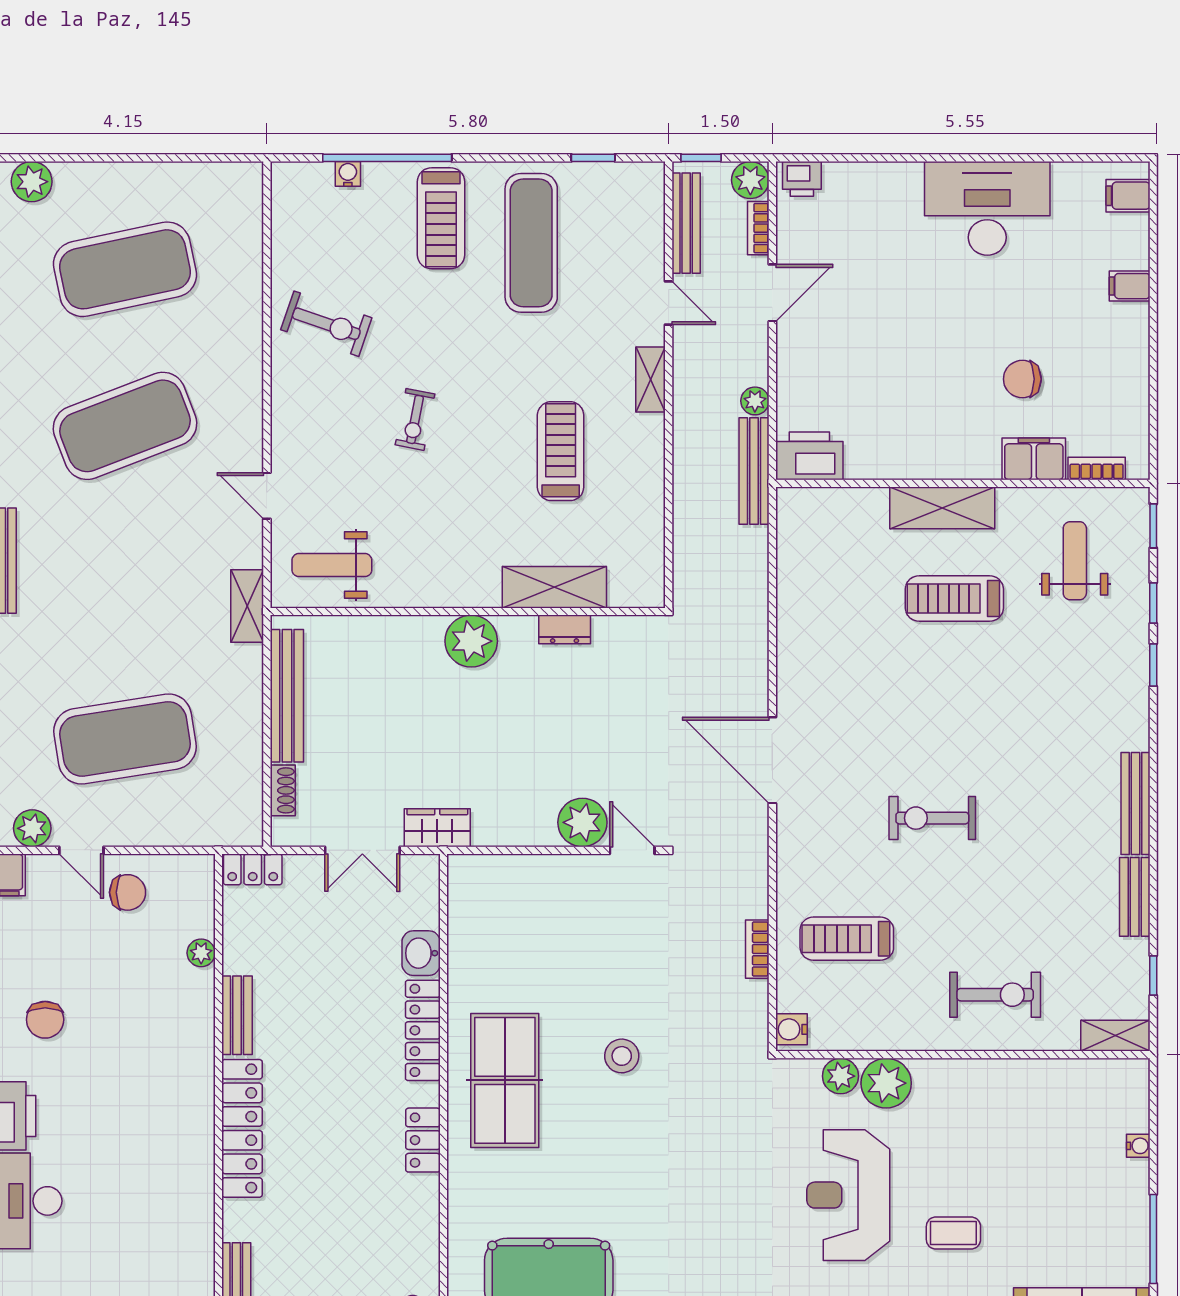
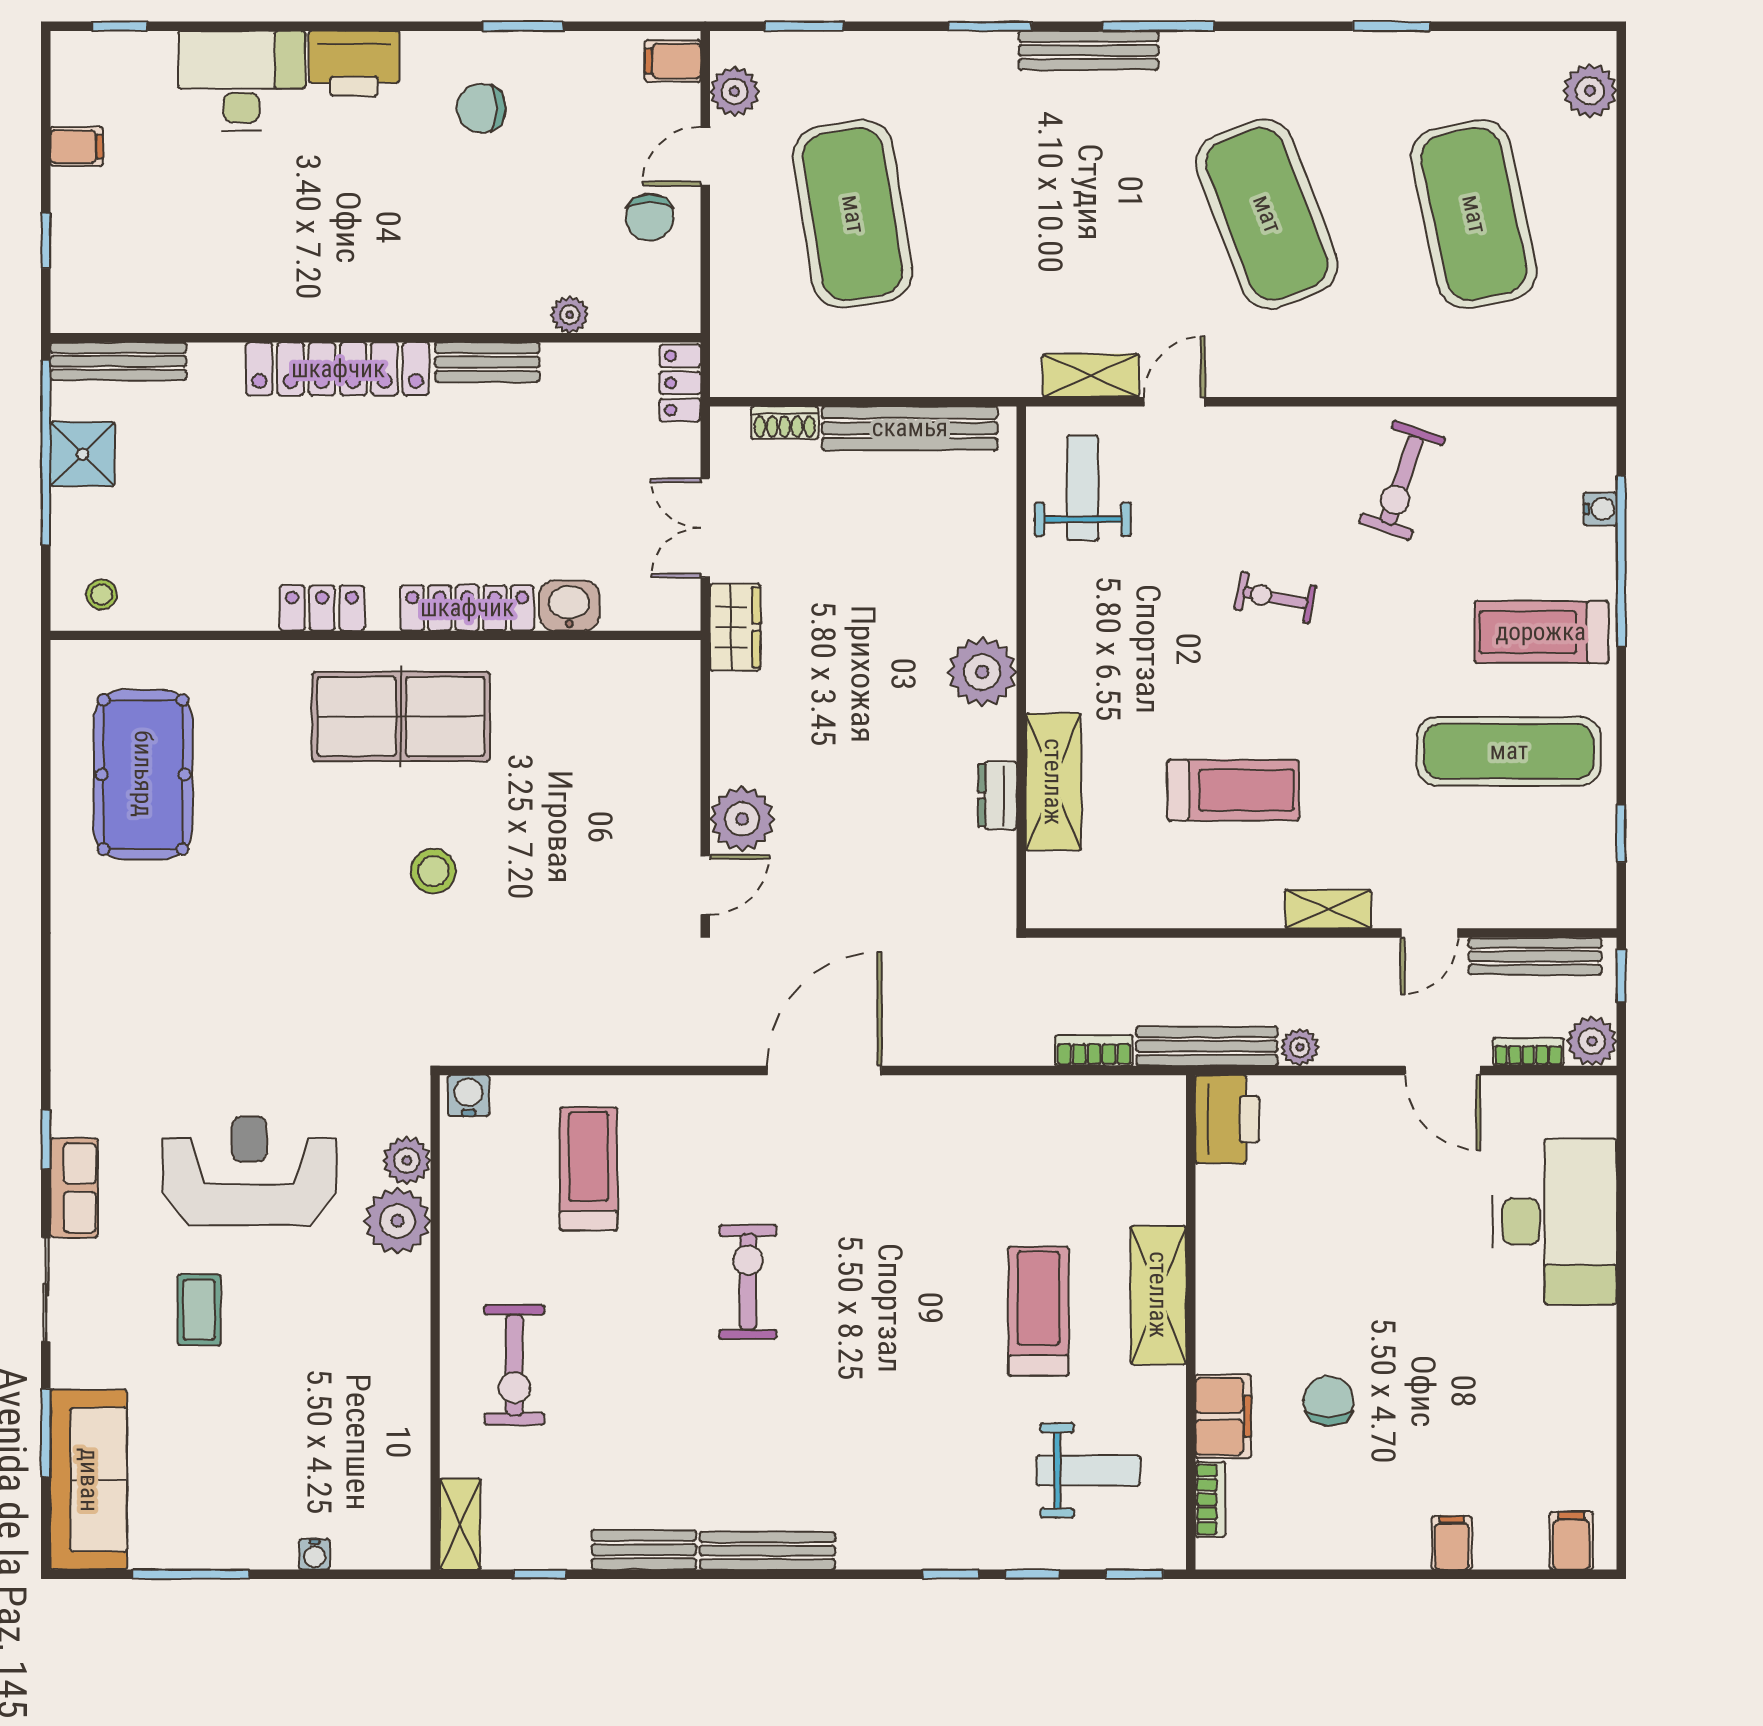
printer: (802, 179) -> (1593, 1109), removed
desk: (987, 208) -> (1555, 1222), moved
shelving: (247, 606) -> (1091, 376), moved
bookcase: (757, 949) -> (1094, 1050), moved

